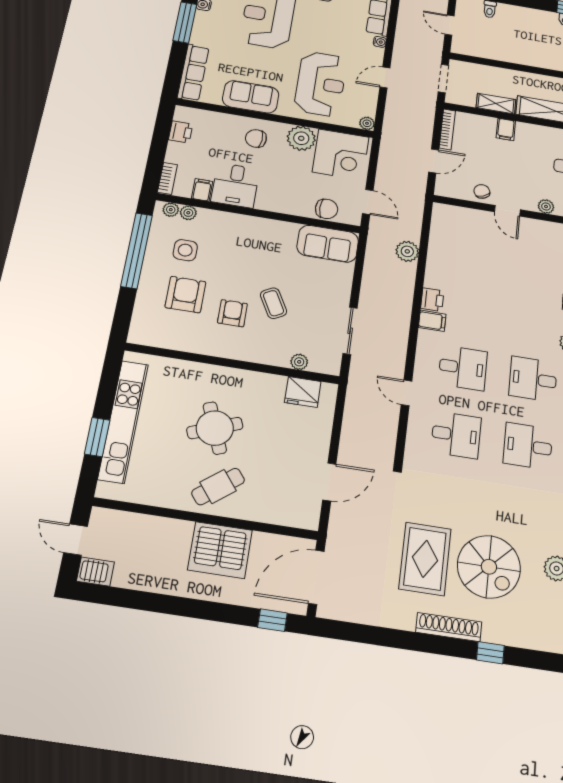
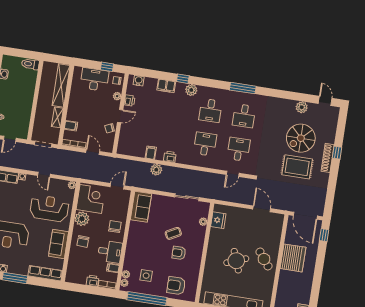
filing cabinet: (506, 129) -> (71, 126), moved
printer: (181, 132) -> (93, 281), moved
chair: (327, 209) -> (115, 227), moved
printer: (540, 228) -> (130, 100), added
plant: (407, 251) -> (156, 170), moved
armchair: (185, 295) -> (176, 286), moved
filing cabinet: (432, 321) -> (151, 153), moved
door: (406, 393) -> (233, 174), moved
spiral stairs: (489, 567) -> (301, 138), turned 180
window: (490, 653) -> (337, 153), moved

